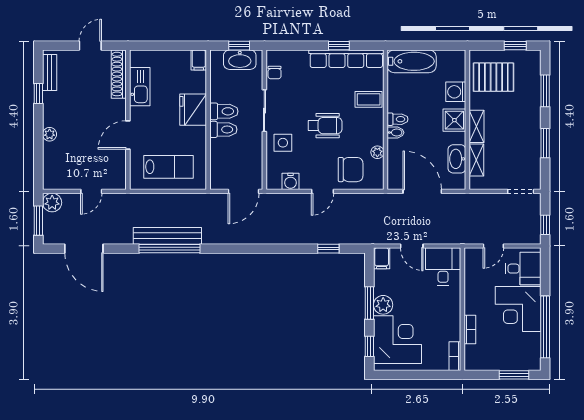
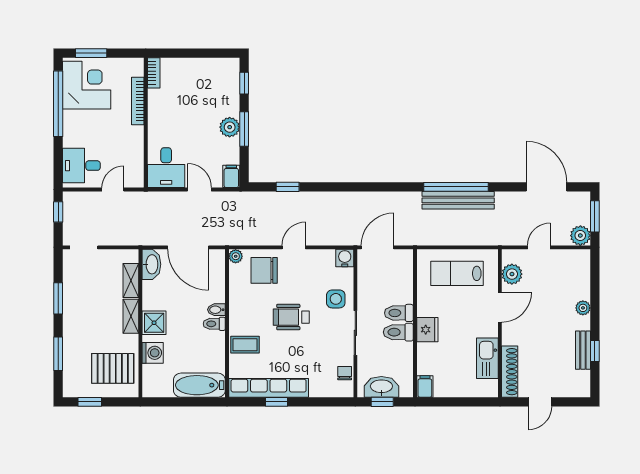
bench: (50, 73) -> (583, 350), moved
fridge: (193, 110) -> (427, 330), width x0.73, depth x0.75
plant: (377, 152) -> (236, 256), moved
washbasin: (457, 159) -> (151, 264), moved
plant: (117, 166) -> (512, 274), added
water cooler: (290, 181) -> (345, 258), moved
corner desk: (518, 309) -> (87, 85), moved
bookcase: (470, 330) -> (138, 101), width x1.56
corner desk: (398, 340) -> (214, 90), removed

